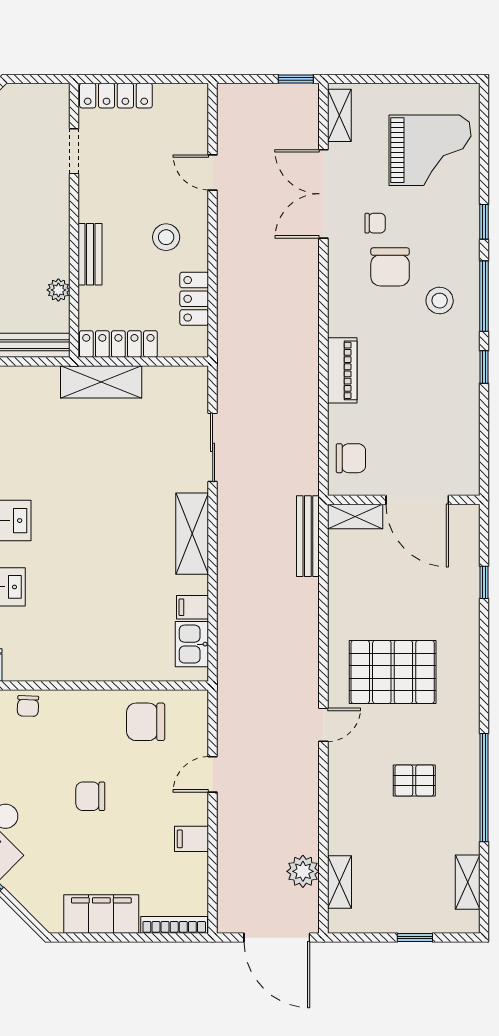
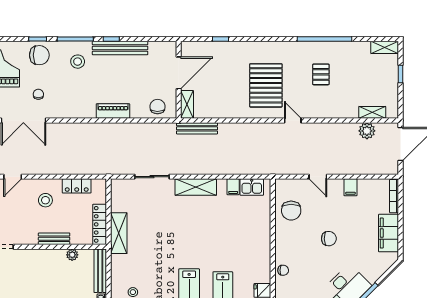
chair: (390, 267) -> (39, 55), moved
bench: (466, 384) -> (120, 48), added
chair: (90, 796) -> (329, 239), turned -92
shelving: (468, 882) -> (385, 47), moved

